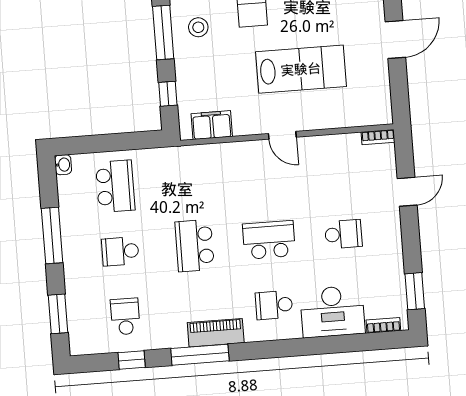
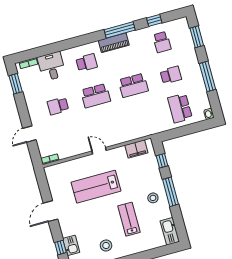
school desk: (195, 246) -> (133, 85), turned 90
desk: (332, 312) -> (52, 66), width x0.73

